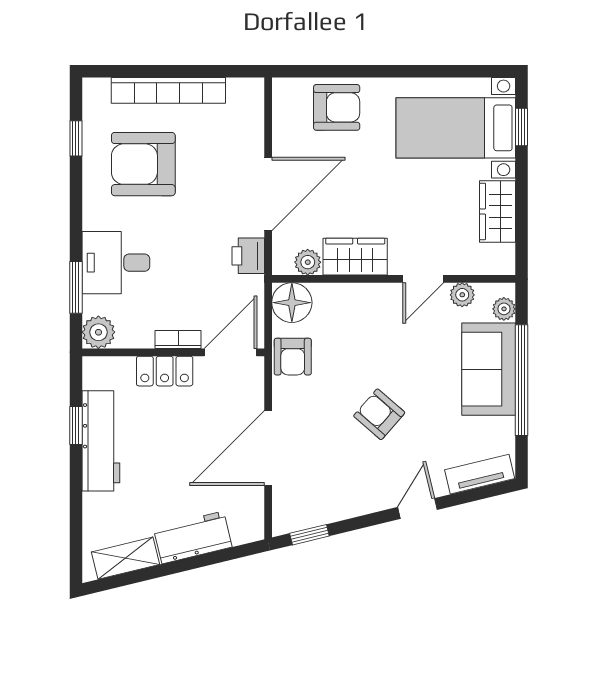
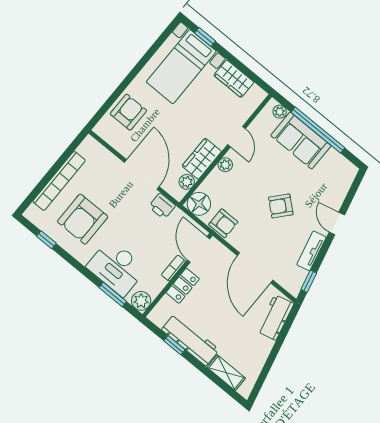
desk: (116, 263) -> (116, 268), width x1.37
plant: (462, 295) -> (225, 165), moved
tv unit: (480, 474) -> (311, 251), moved
workbench: (193, 537) -> (275, 317), moved
shelving: (126, 558) -> (226, 373), moved, turned -76

